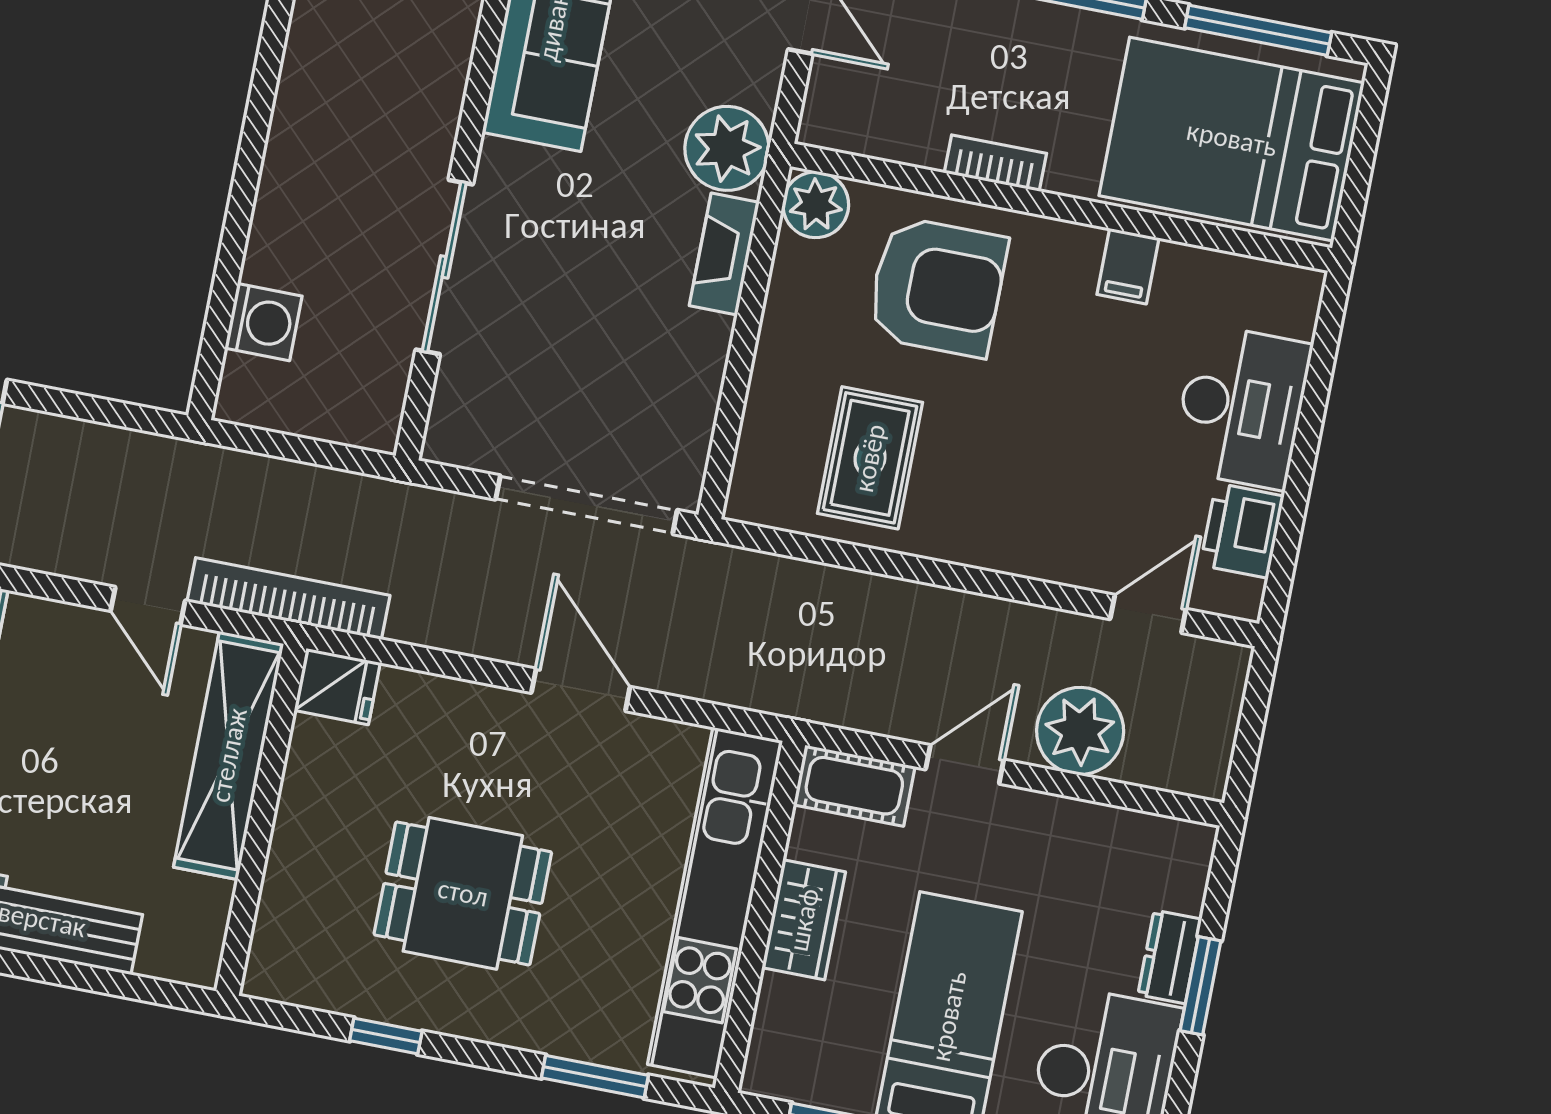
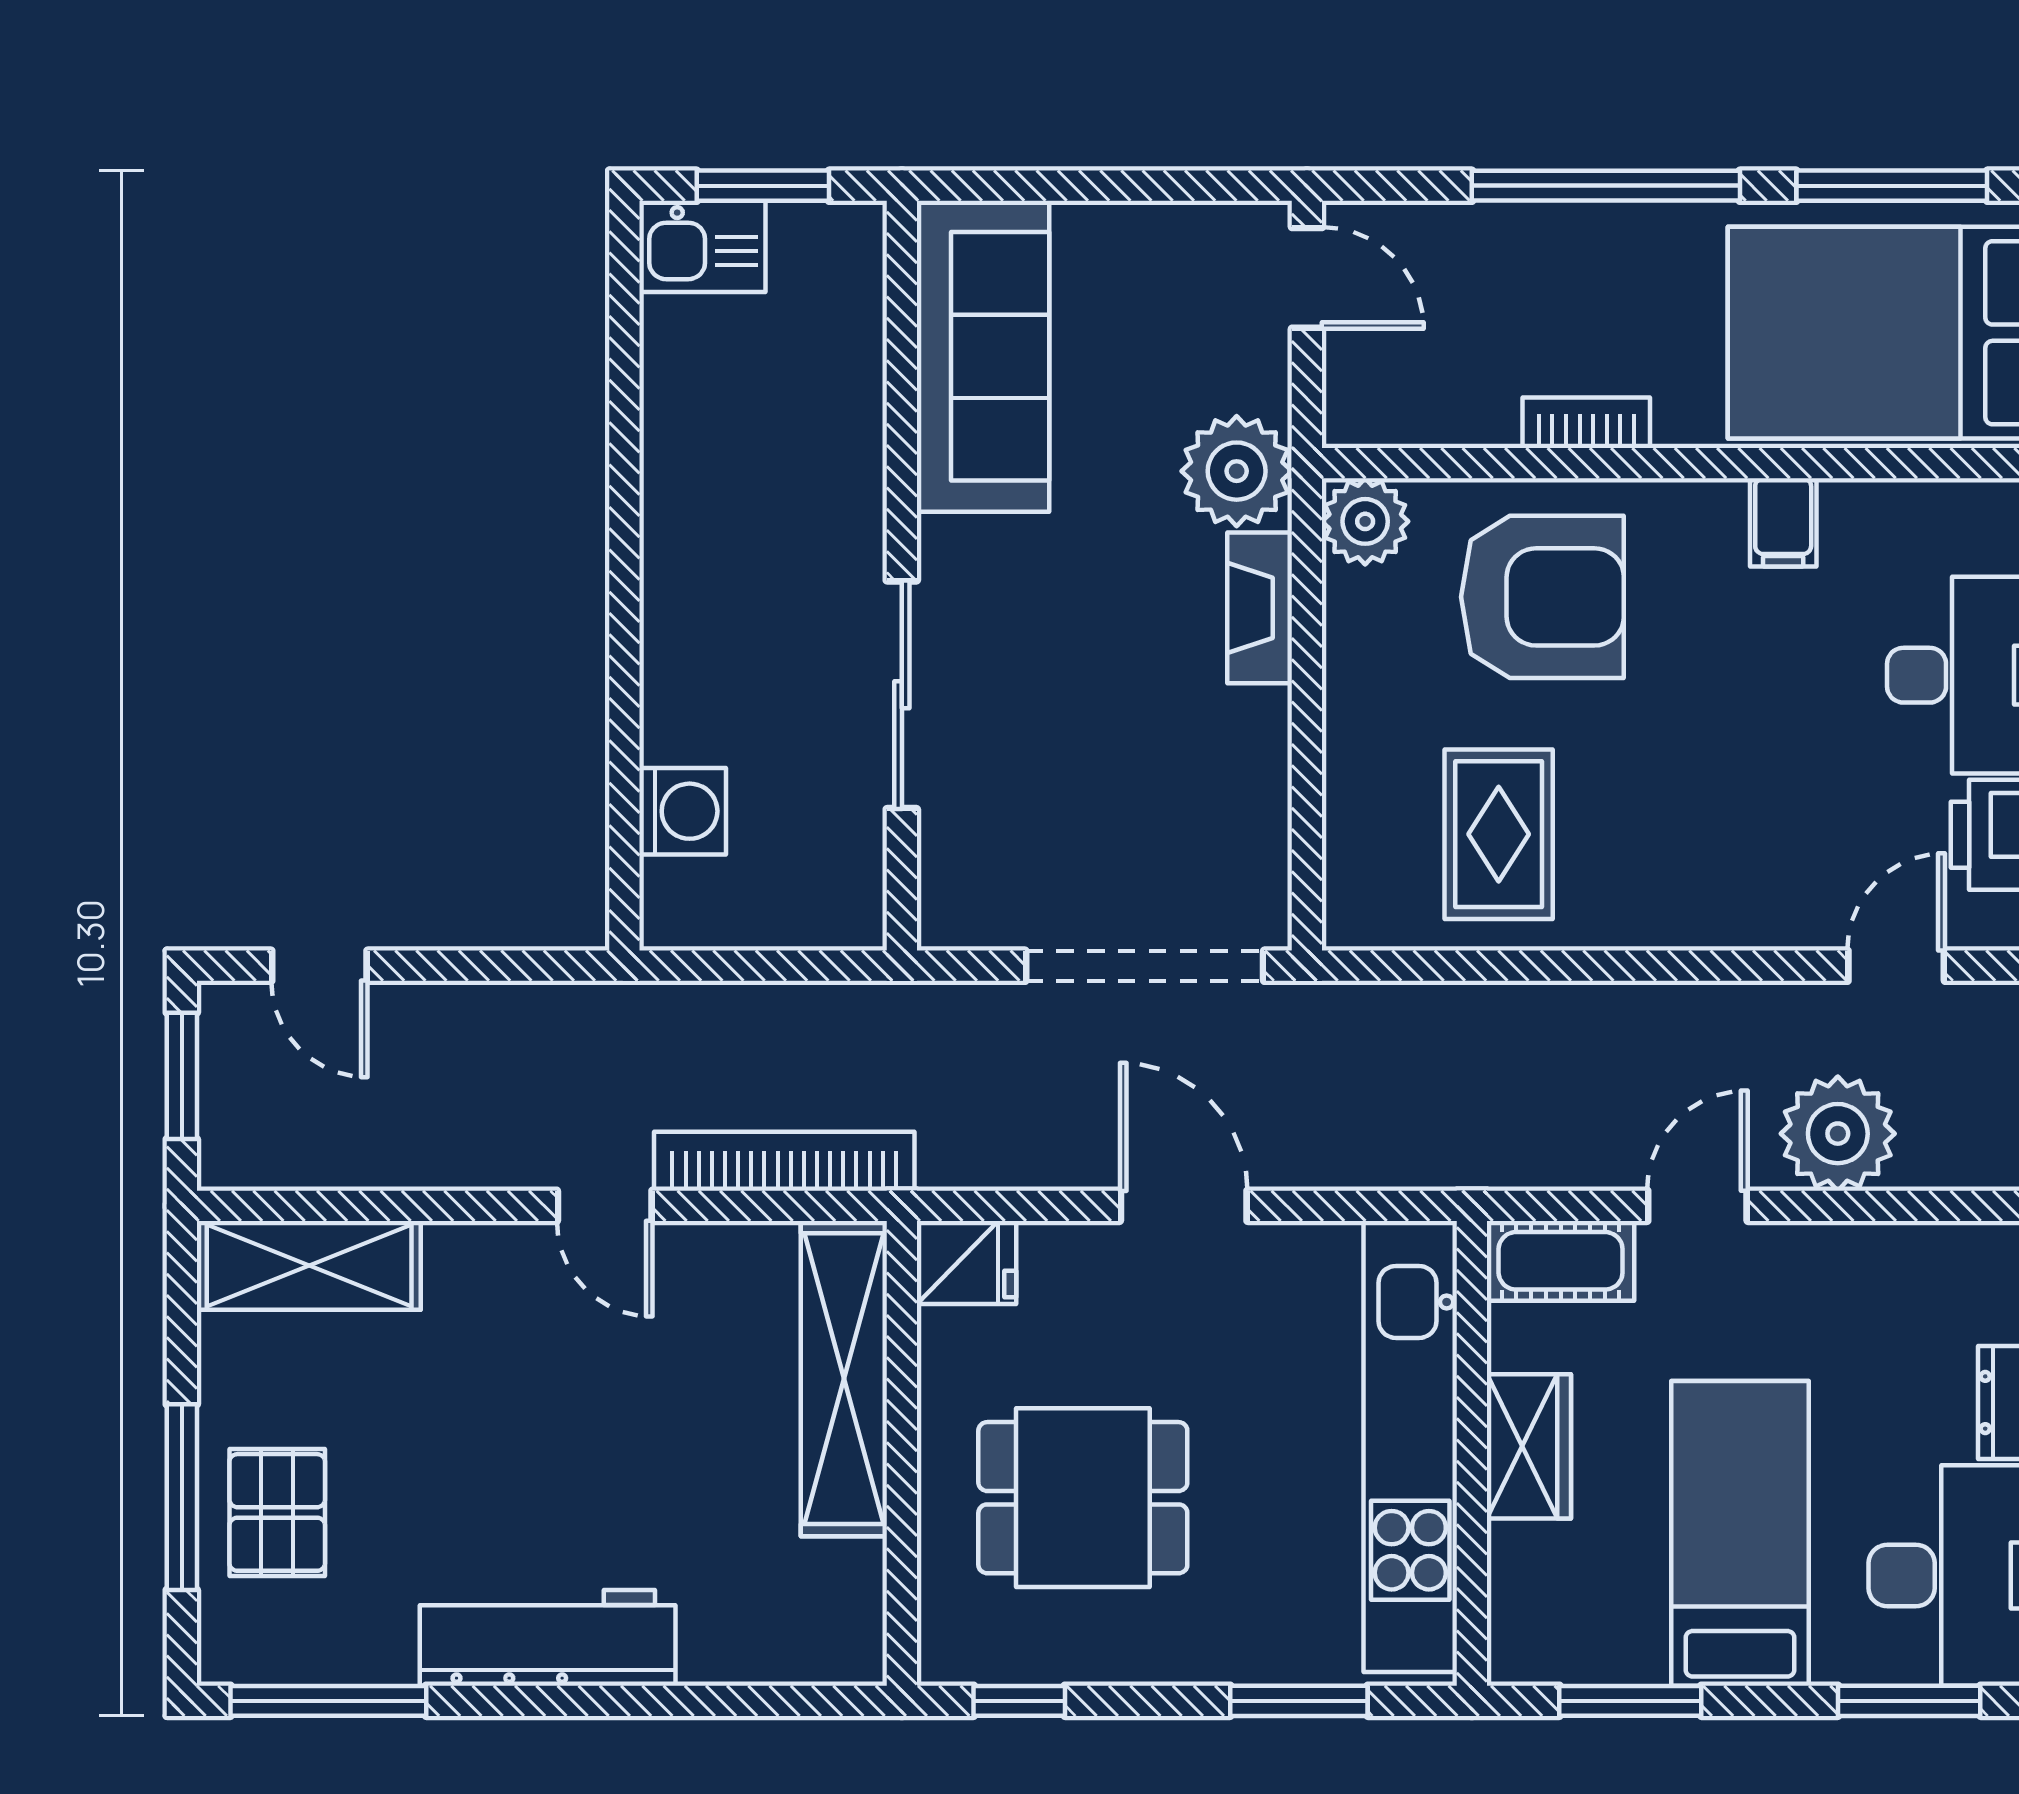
fridge: (337, 686) -> (967, 1262), moved
shelving: (229, 755) -> (844, 1379), moved
wall: (261, 820) -> (902, 1453), moved

